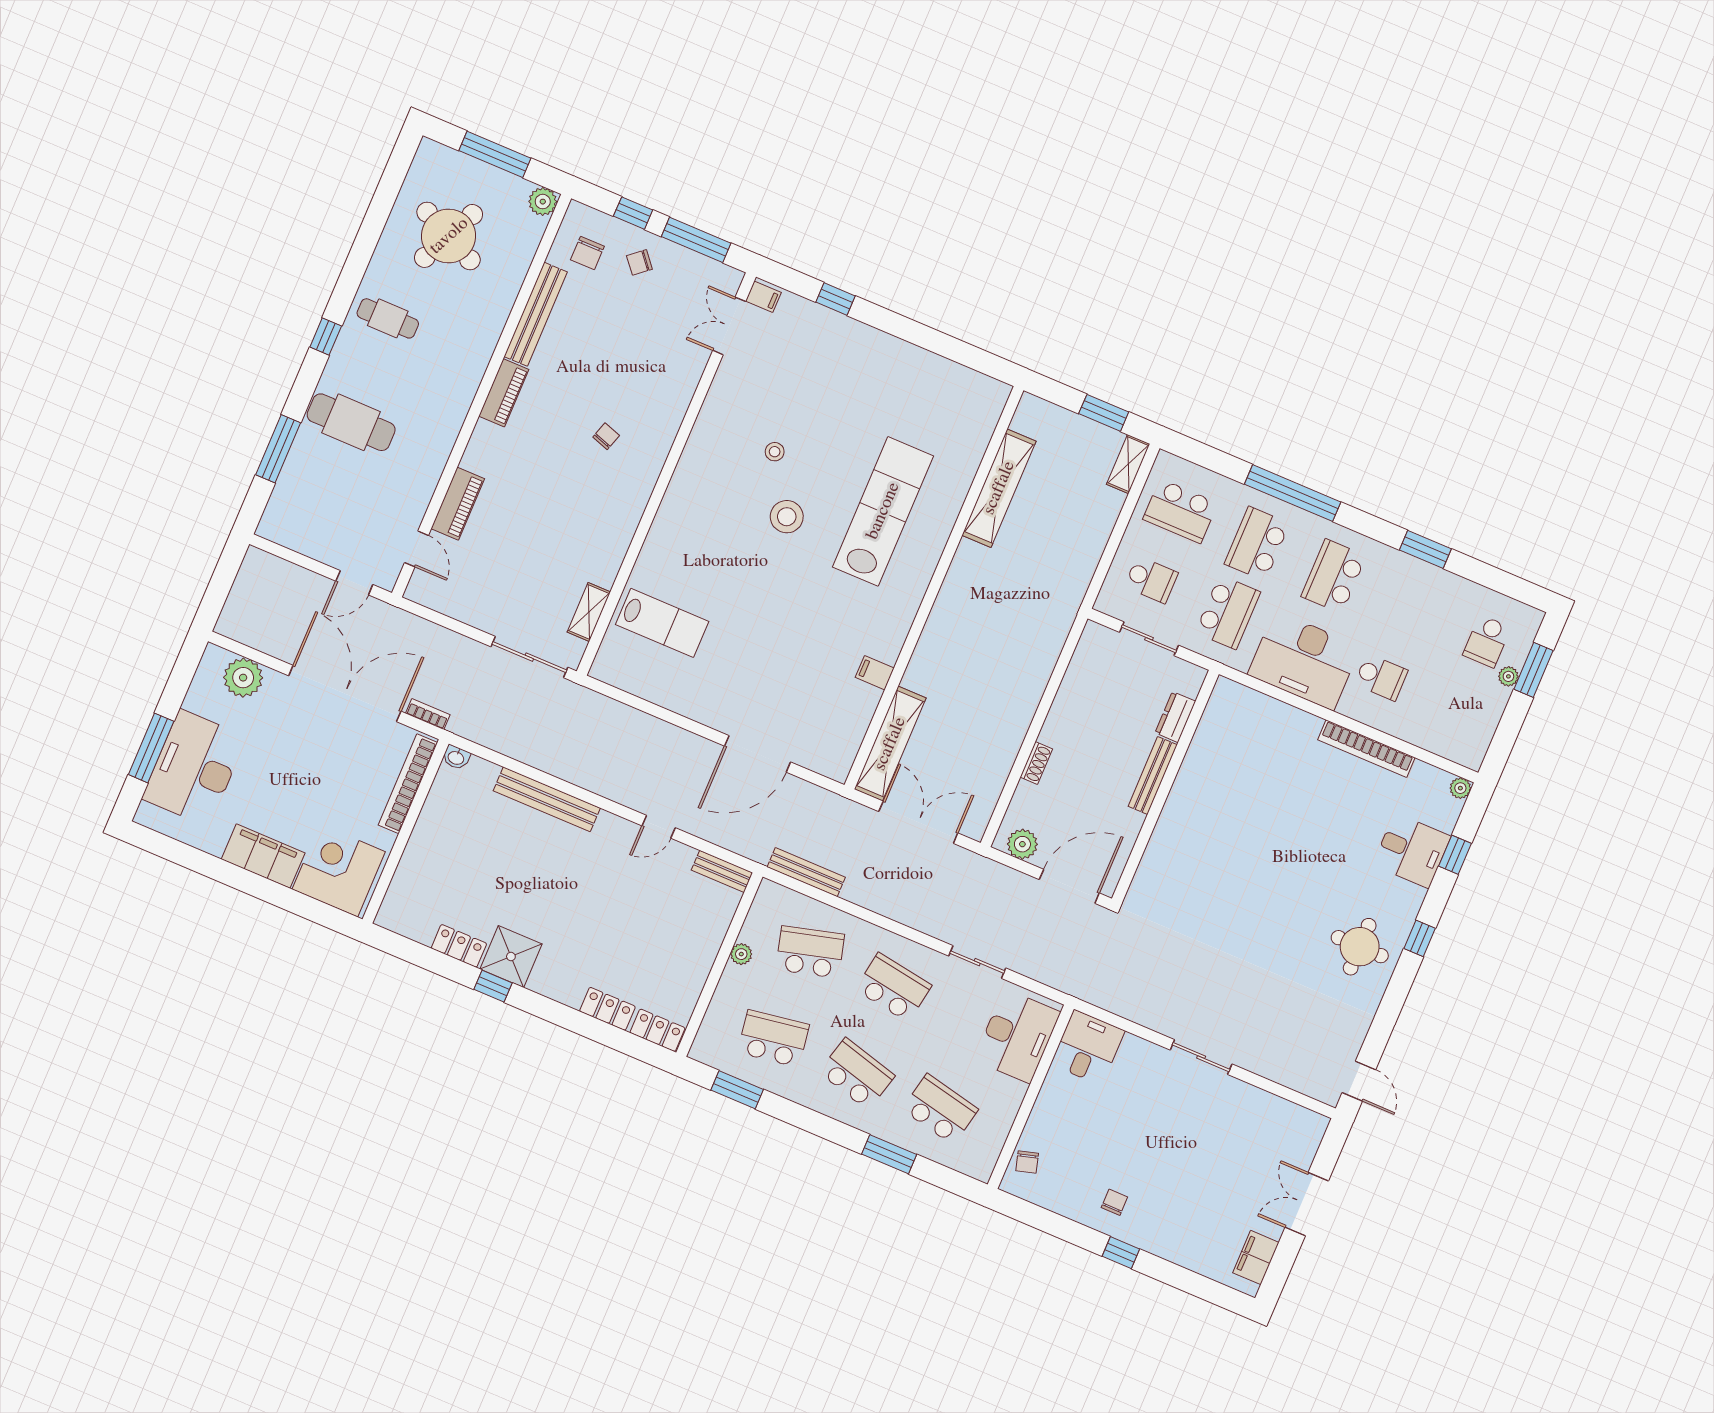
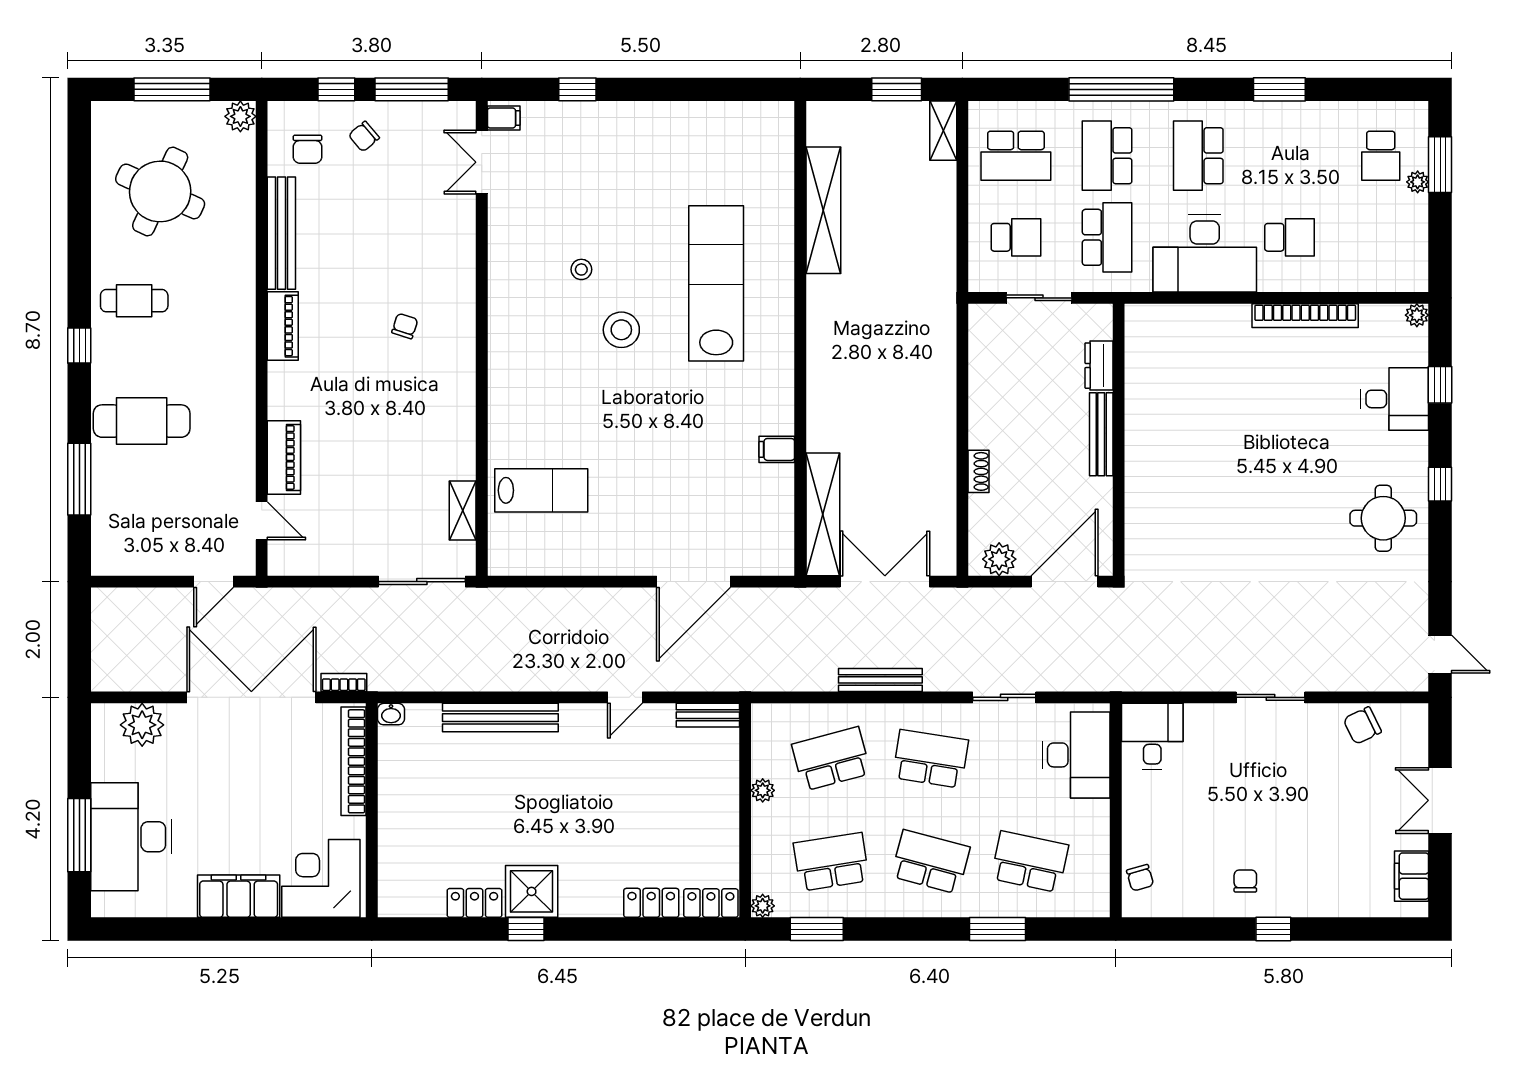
bench: (806, 872) -> (880, 680), moved
plant: (700, 1051) -> (763, 906), added
chair: (1268, 1113) -> (1362, 726), added

